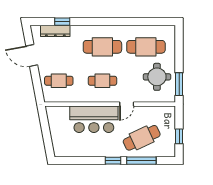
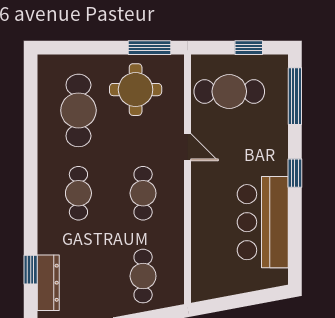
cafe table: (102, 47) -> (78, 193), width x0.73, depth x0.74
bar counter: (94, 119) -> (263, 222), moved, turned 180
cafe table: (142, 138) -> (229, 91), moved, turned -65
window: (141, 161) -> (295, 96), moved

